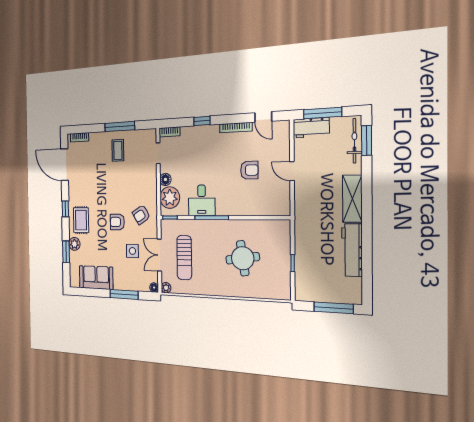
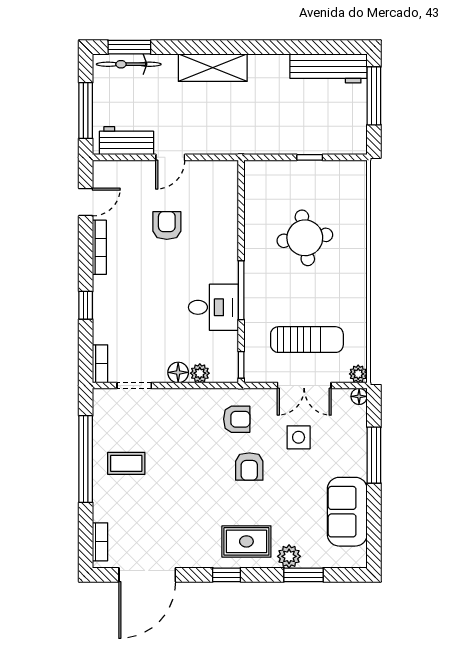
window: (120, 126) -> (86, 459), width x1.46
workbench: (311, 128) -> (127, 141), moved, turned -90
plant: (170, 198) -> (200, 373), width x0.53, depth x0.53
armchair: (141, 215) -> (237, 419), turned -58
workbench: (352, 250) -> (328, 68), moved

